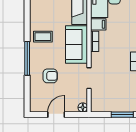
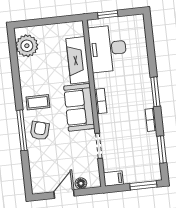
filing cabinet: (98, 24) -> (113, 179), moved
armchair: (50, 76) -> (40, 131), moved, turned -75
floor lamp: (83, 107) -> (81, 183), moved

